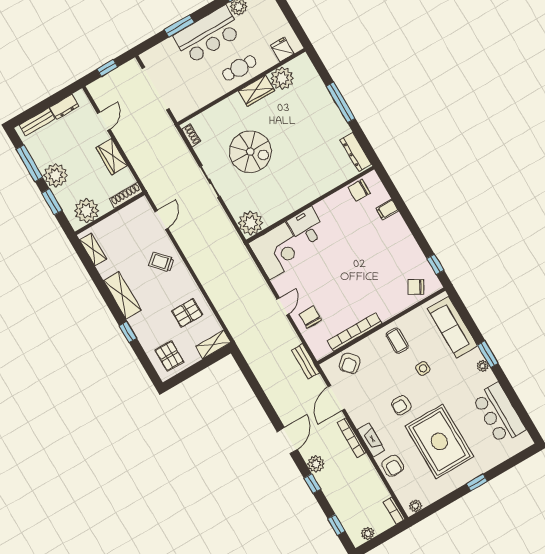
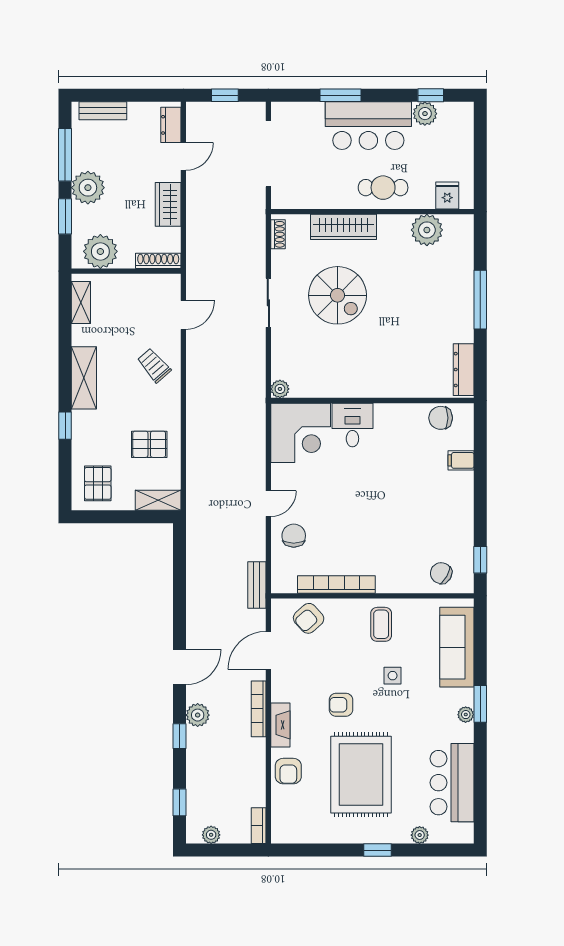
wardrobe: (256, 91) -> (343, 227), moved, width x1.50
dresser: (64, 107) -> (171, 125), moved, turned 90
plant: (251, 223) -> (280, 389), width x0.53, depth x0.53
plant: (416, 506) -> (420, 835), moved

